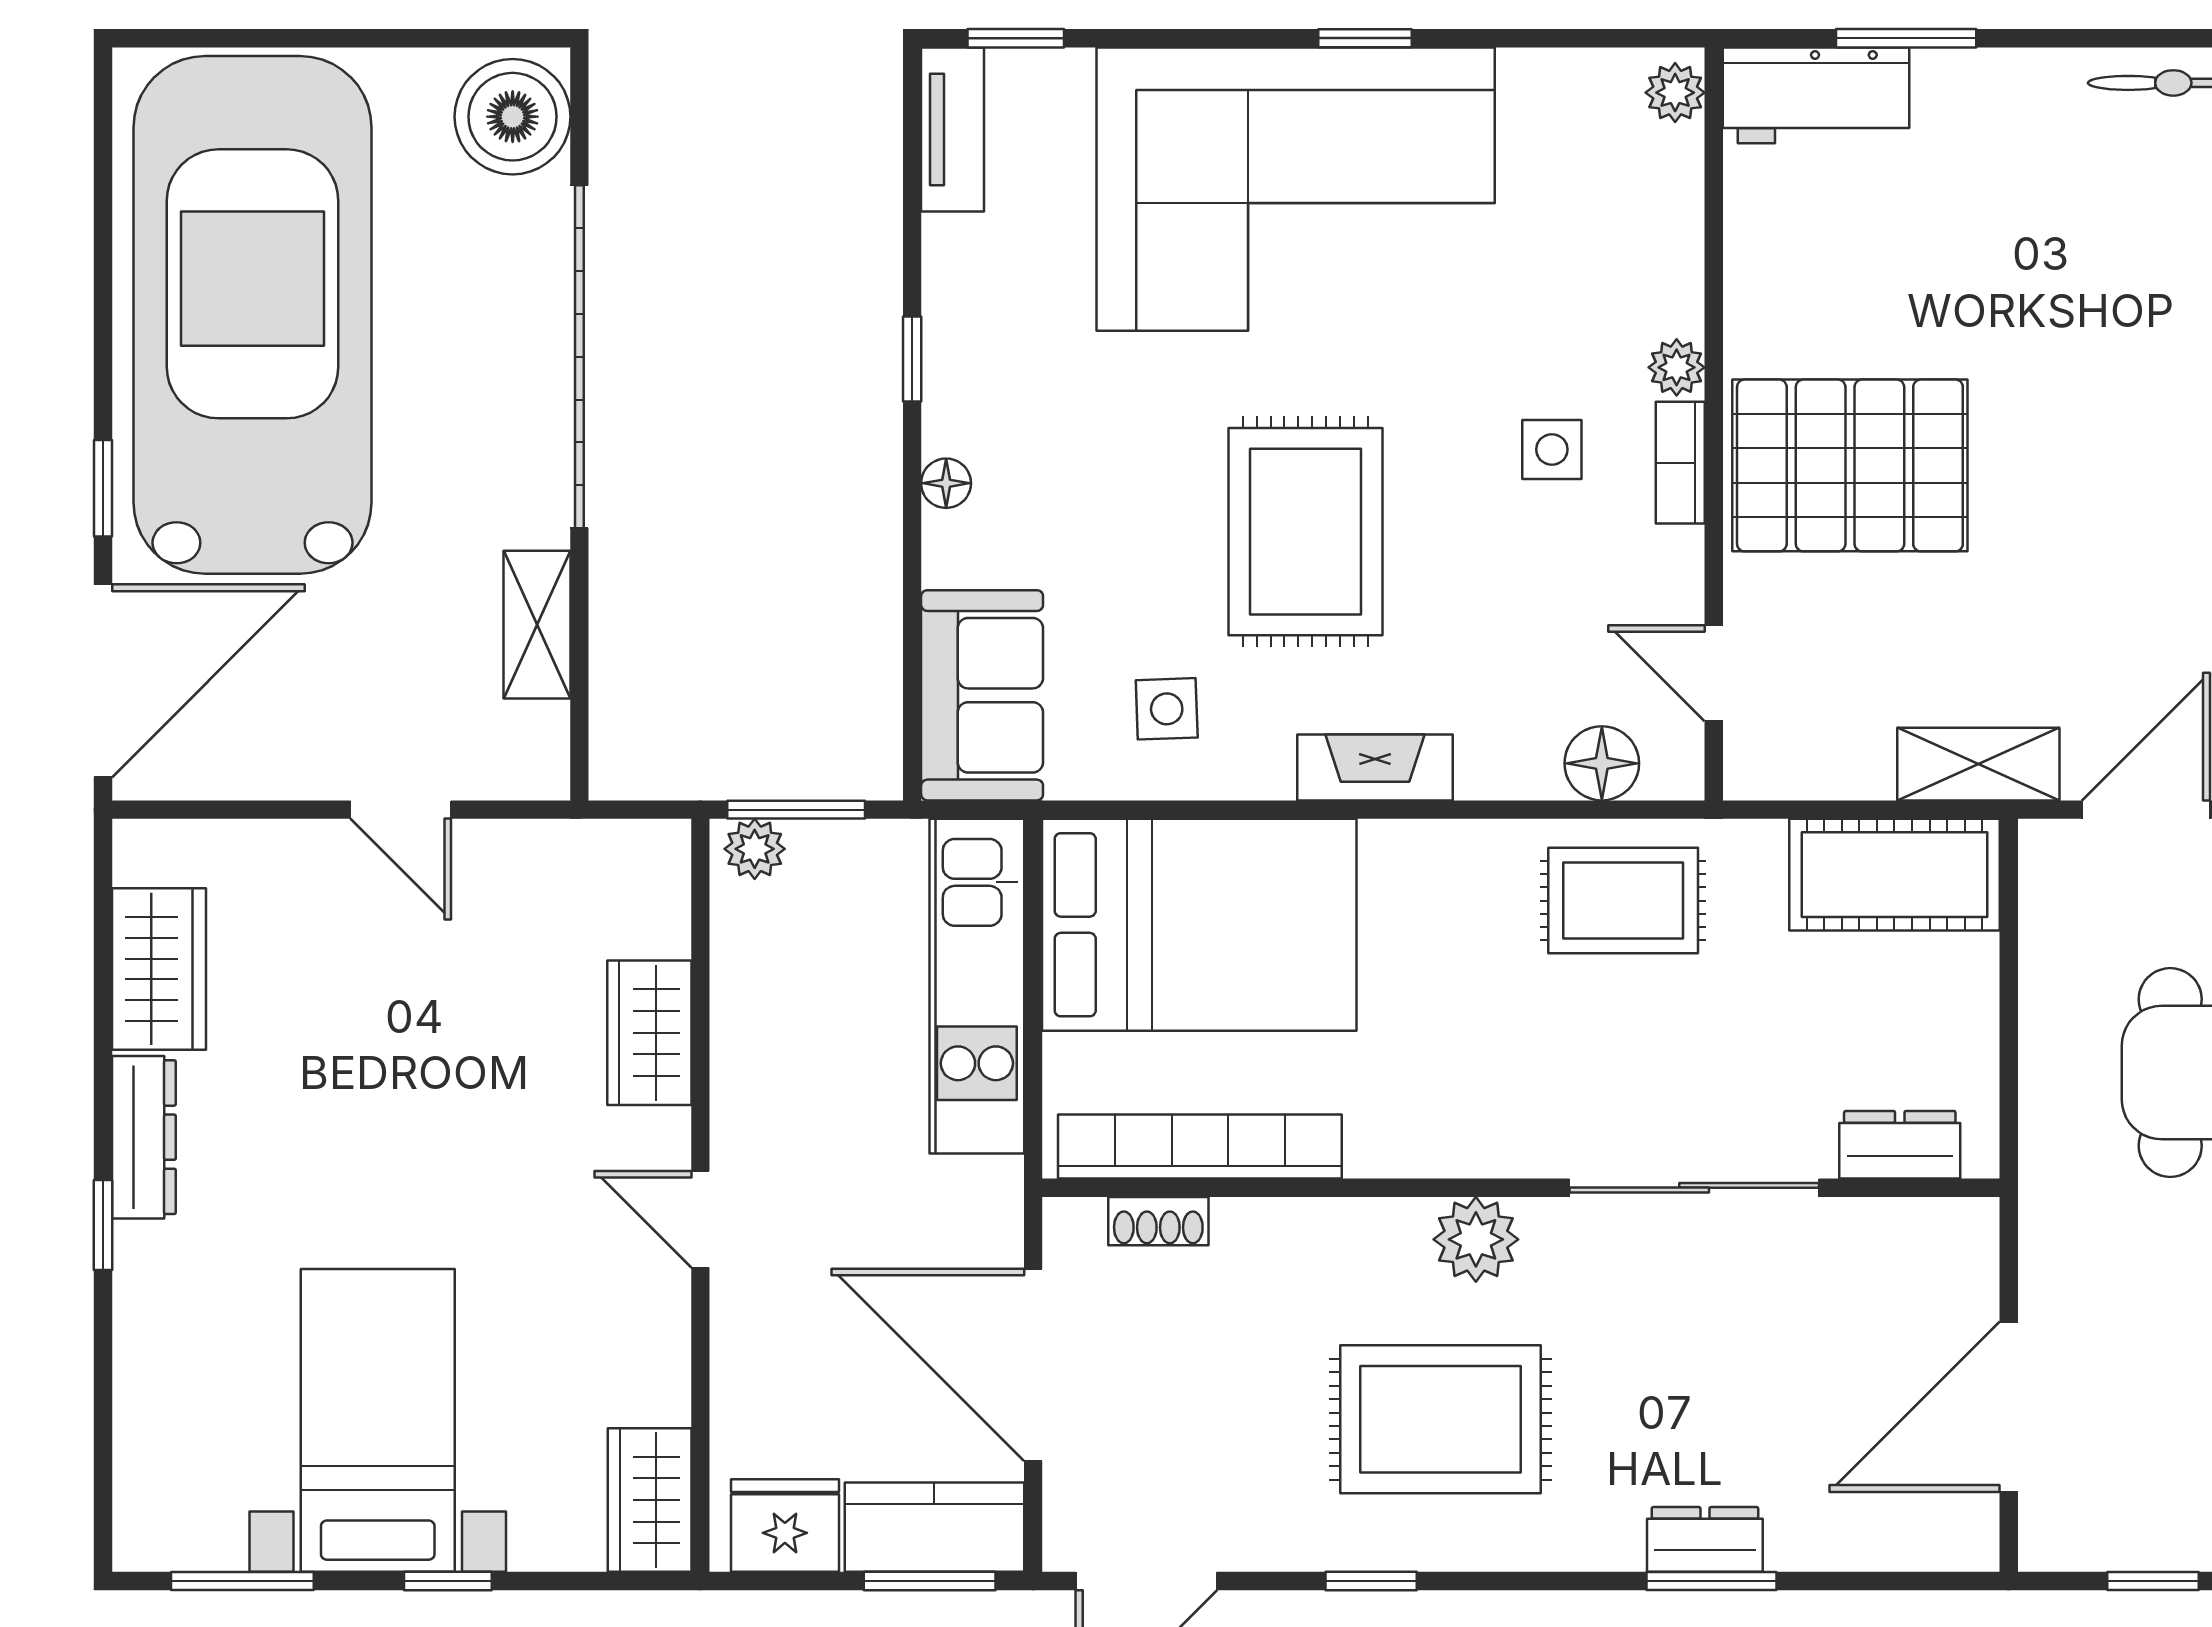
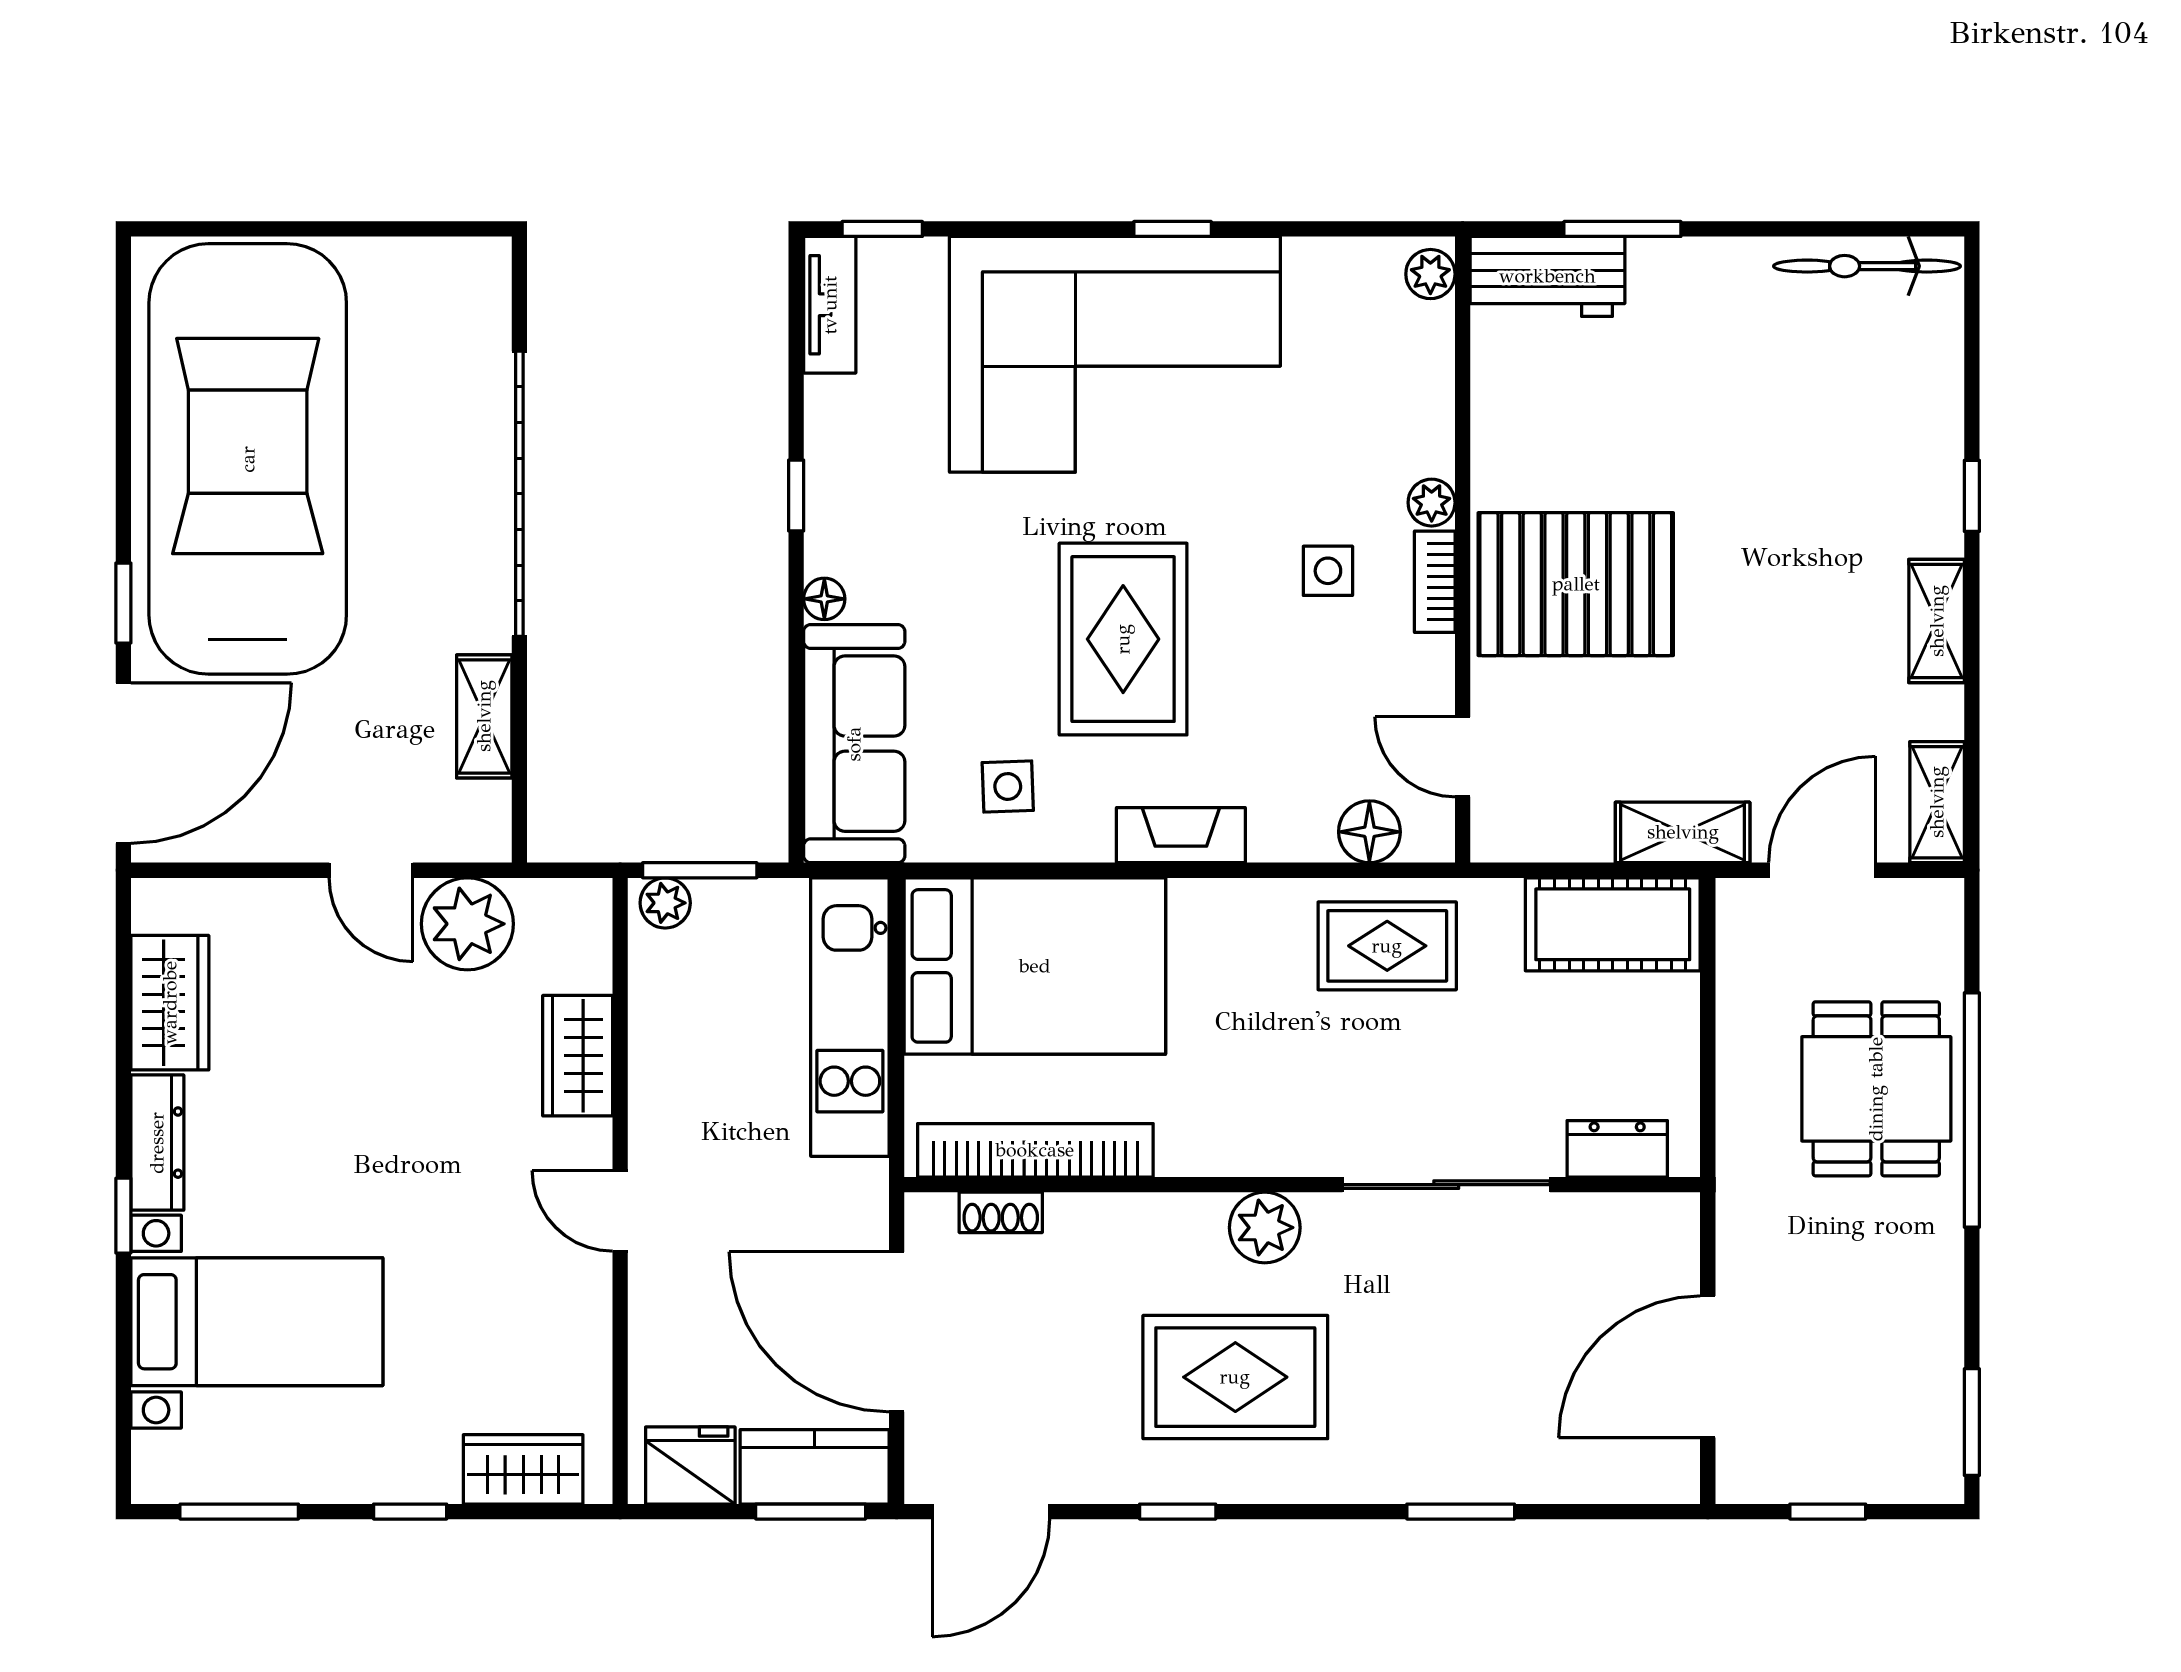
boiler: (513, 117) -> (464, 294), removed
sofa: (982, 695) -> (854, 744), width x1.36
plant: (517, 874) -> (467, 924), added
bed with nightstands: (378, 1420) -> (257, 1322), moved, turned 90
wardrobe: (650, 1500) -> (523, 1469), moved, turned 90
dresser: (1705, 1539) -> (1455, 1477), removed

